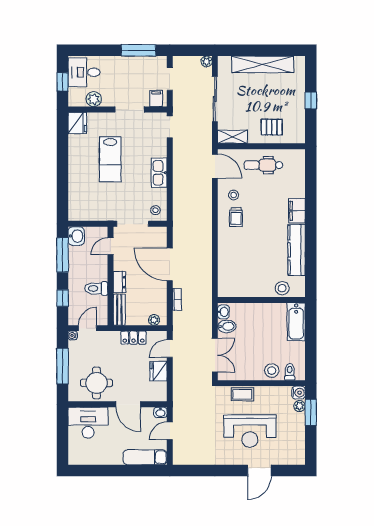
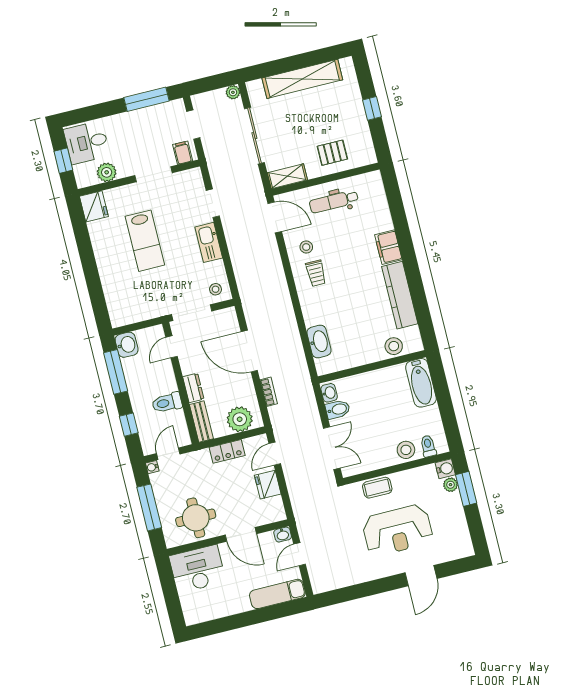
doorway: (170, 127) -> (213, 203), moved
washbasin: (225, 270) -> (319, 341), added
plant: (154, 320) -> (240, 419), width x1.88, depth x1.88

